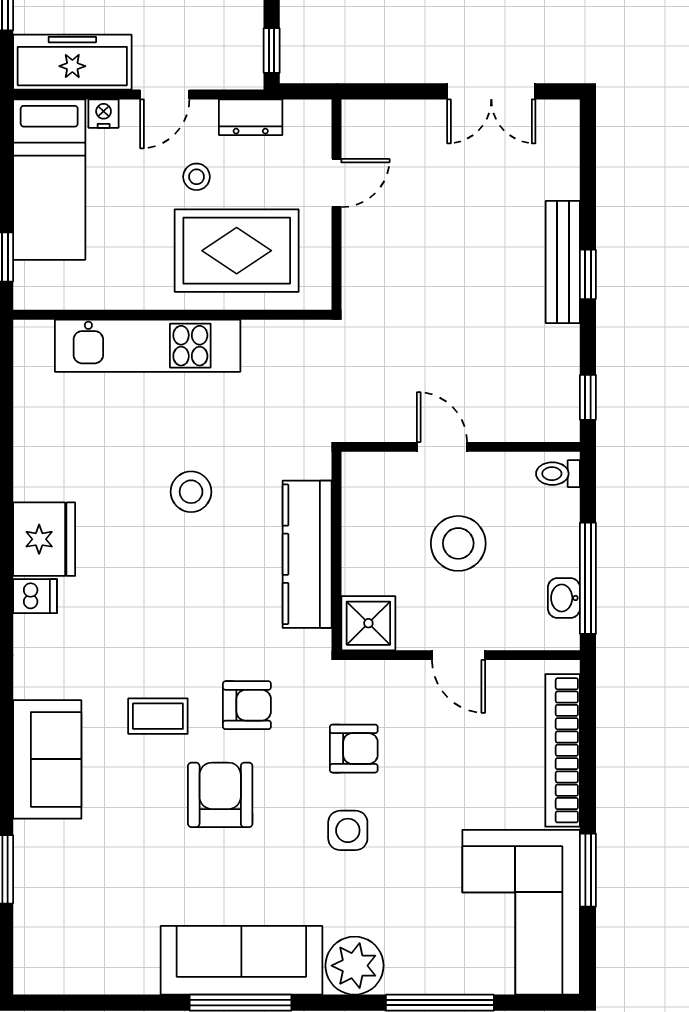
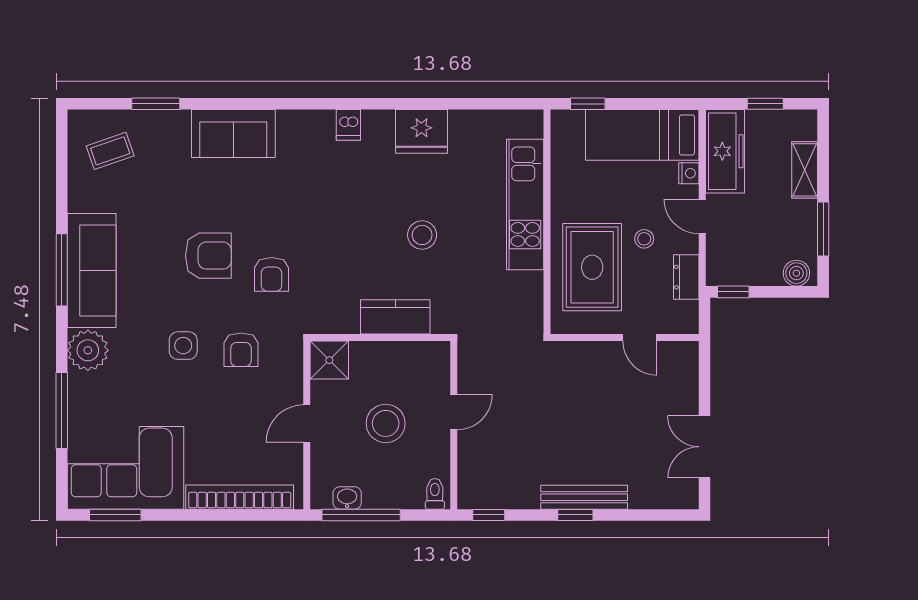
fridge: (44, 539) -> (421, 131), moved
kitchen counter: (307, 554) -> (395, 317), width x0.67
coffee table: (158, 716) -> (110, 151), moved, turned 71
window: (588, 870) -> (115, 515), moved

